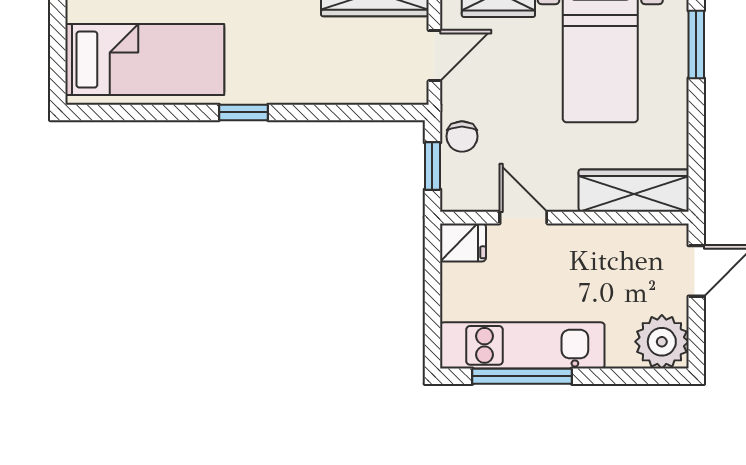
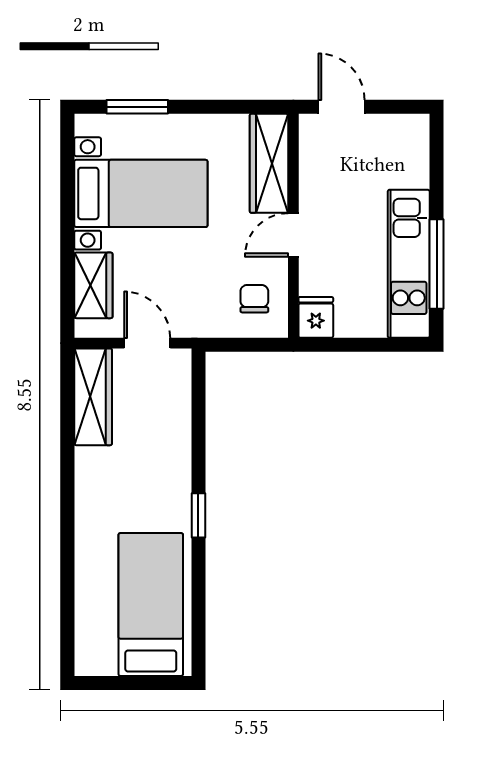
chair: (462, 136) -> (254, 299), moved, turned -90
window: (432, 166) -> (247, 345), removed
door: (523, 218) -> (293, 235), moved
plant: (662, 342) -> (405, 138), removed

